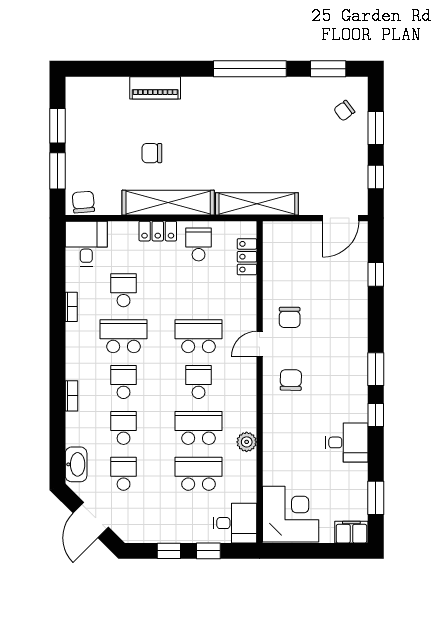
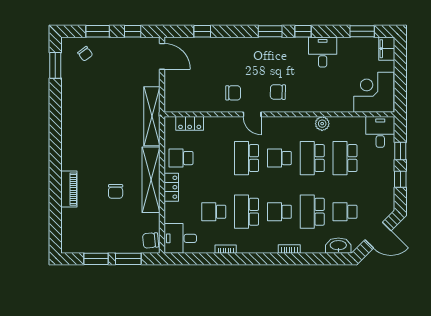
window: (250, 69) -> (55, 121), removed
school desk: (124, 428) -> (312, 212), width x1.85

